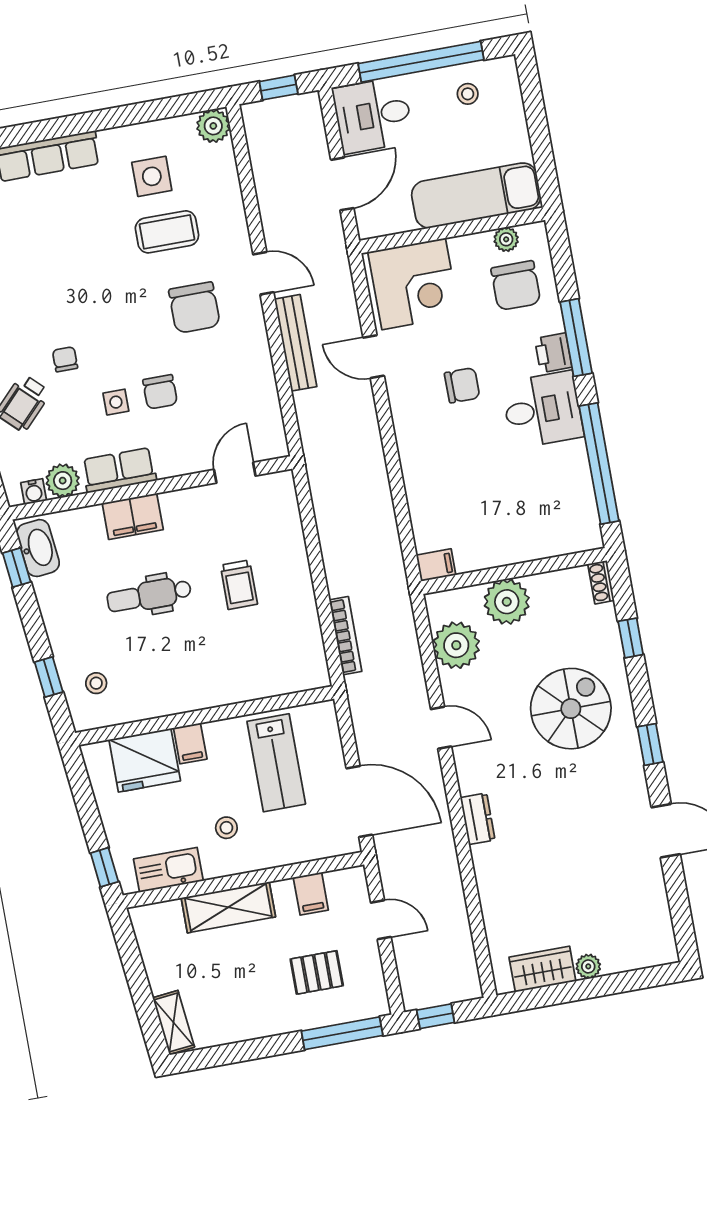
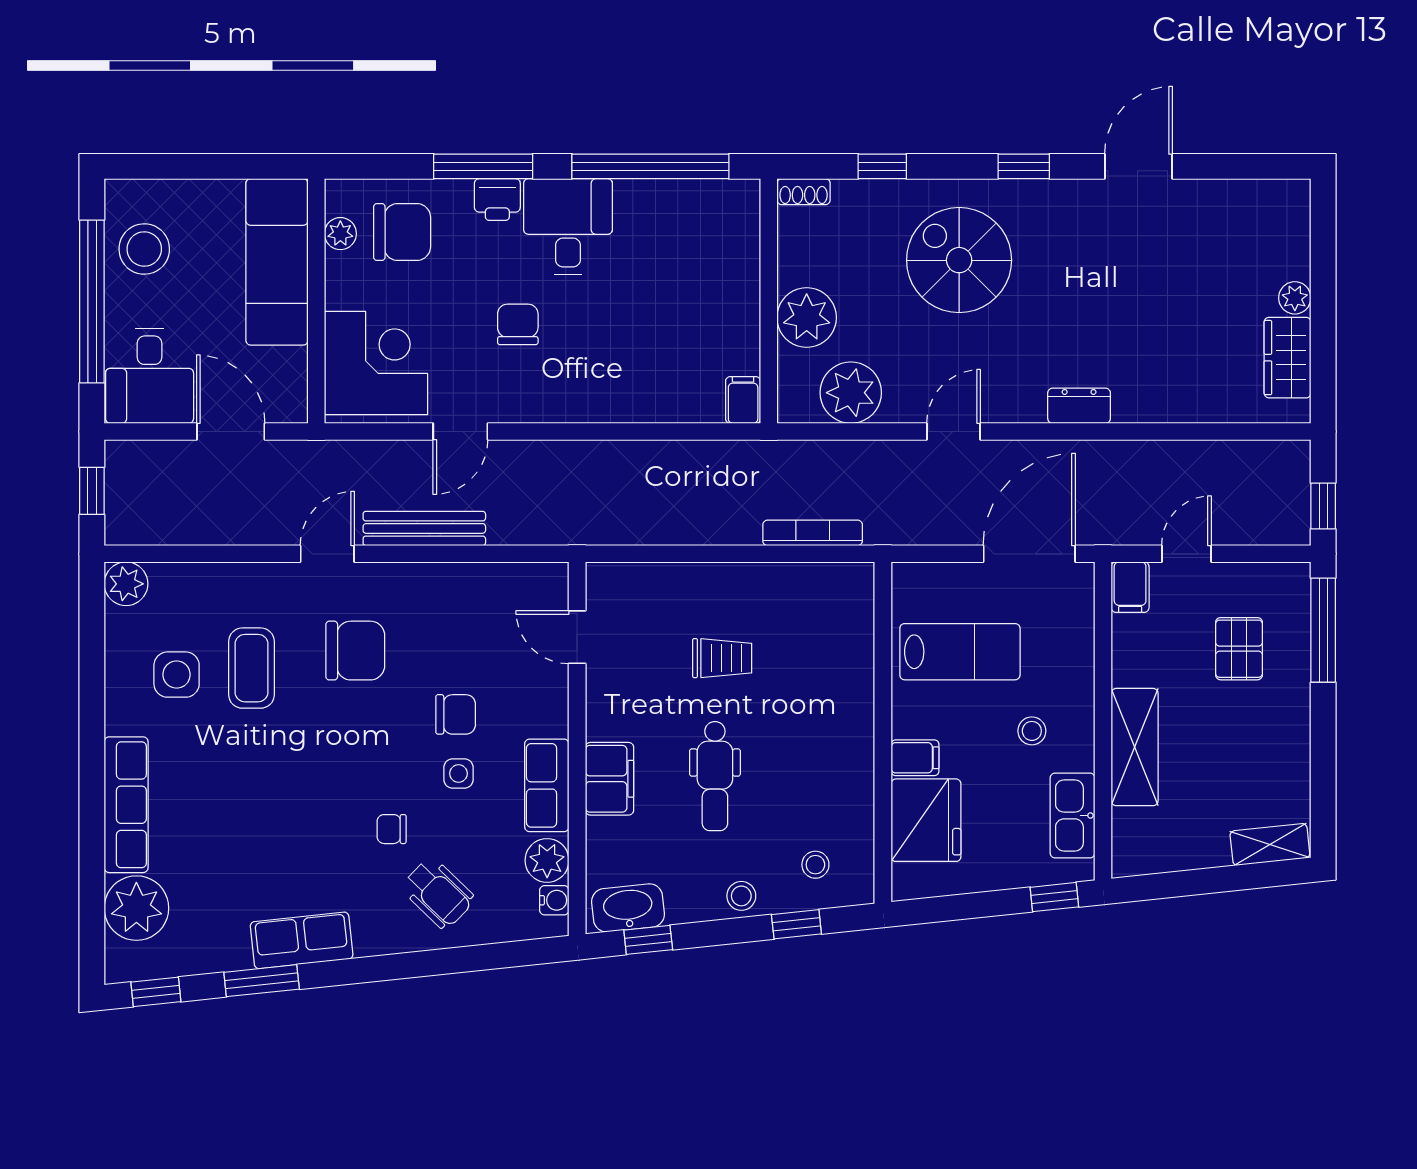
stool: (468, 94) -> (144, 249), width x1.89, depth x1.89
stool: (63, 632) -> (741, 896), added
filing cabinet: (311, 894) -> (1130, 587), moved, turned 90

